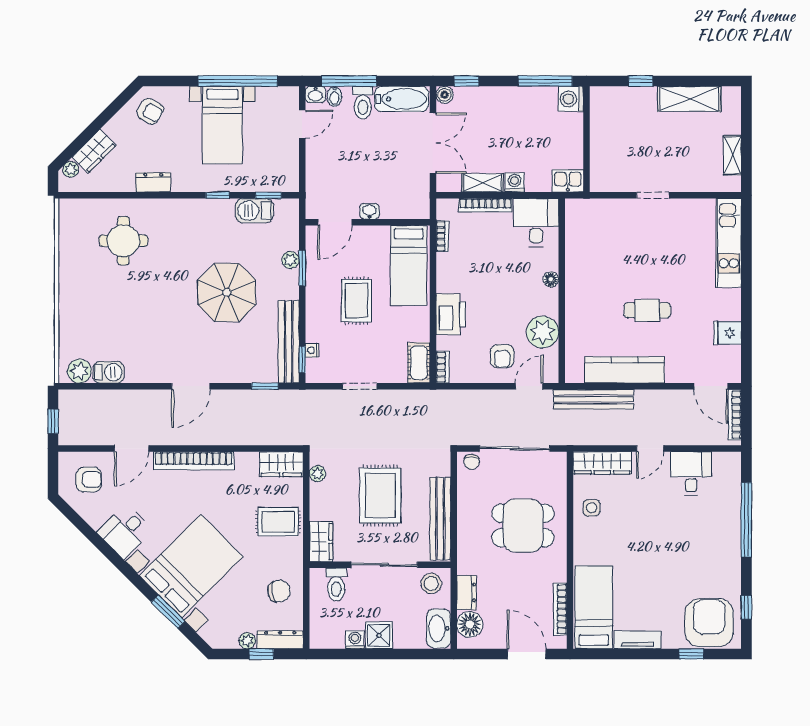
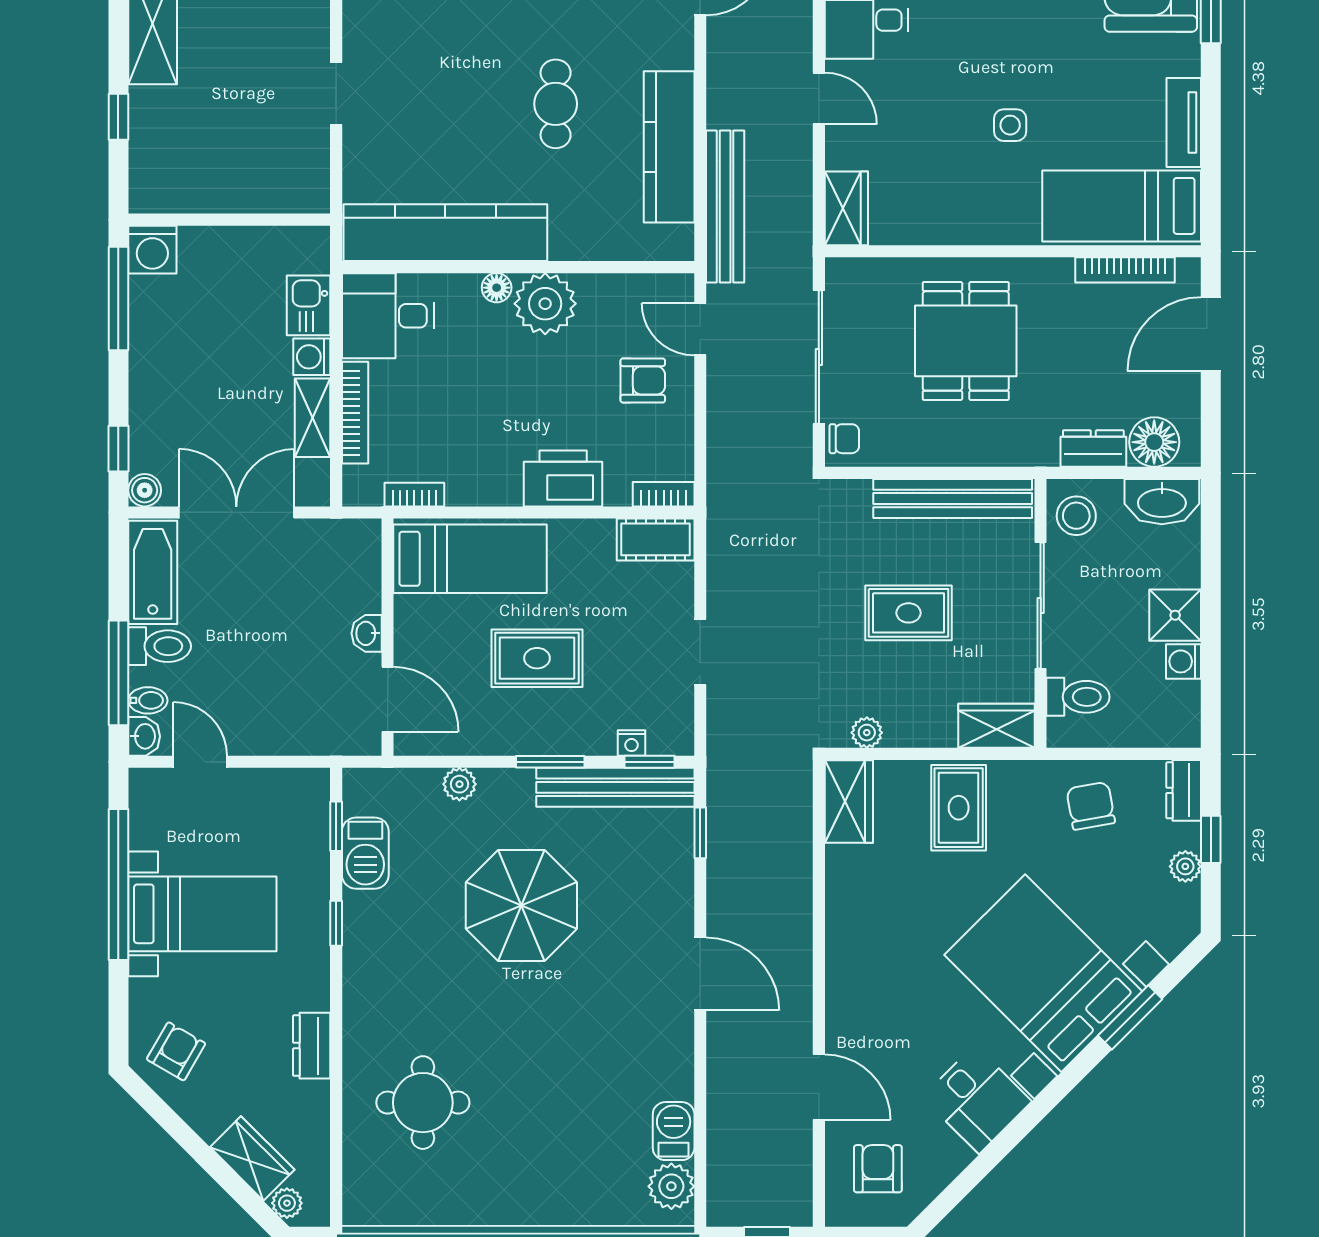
kitchen sink: (568, 181) -> (308, 305), moved
kitchen counter: (580, 253) -> (445, 233), added
window: (302, 268) -> (550, 762), moved
plant: (542, 332) -> (545, 304), moved
bookcase: (194, 461) -> (842, 969), removed
wardrobe: (602, 463) -> (846, 208), width x0.67
rug: (380, 495) -> (908, 613), width x0.73, depth x0.70
side table: (592, 508) -> (1010, 125), moved
dresser: (280, 640) -> (1184, 790), width x0.70

